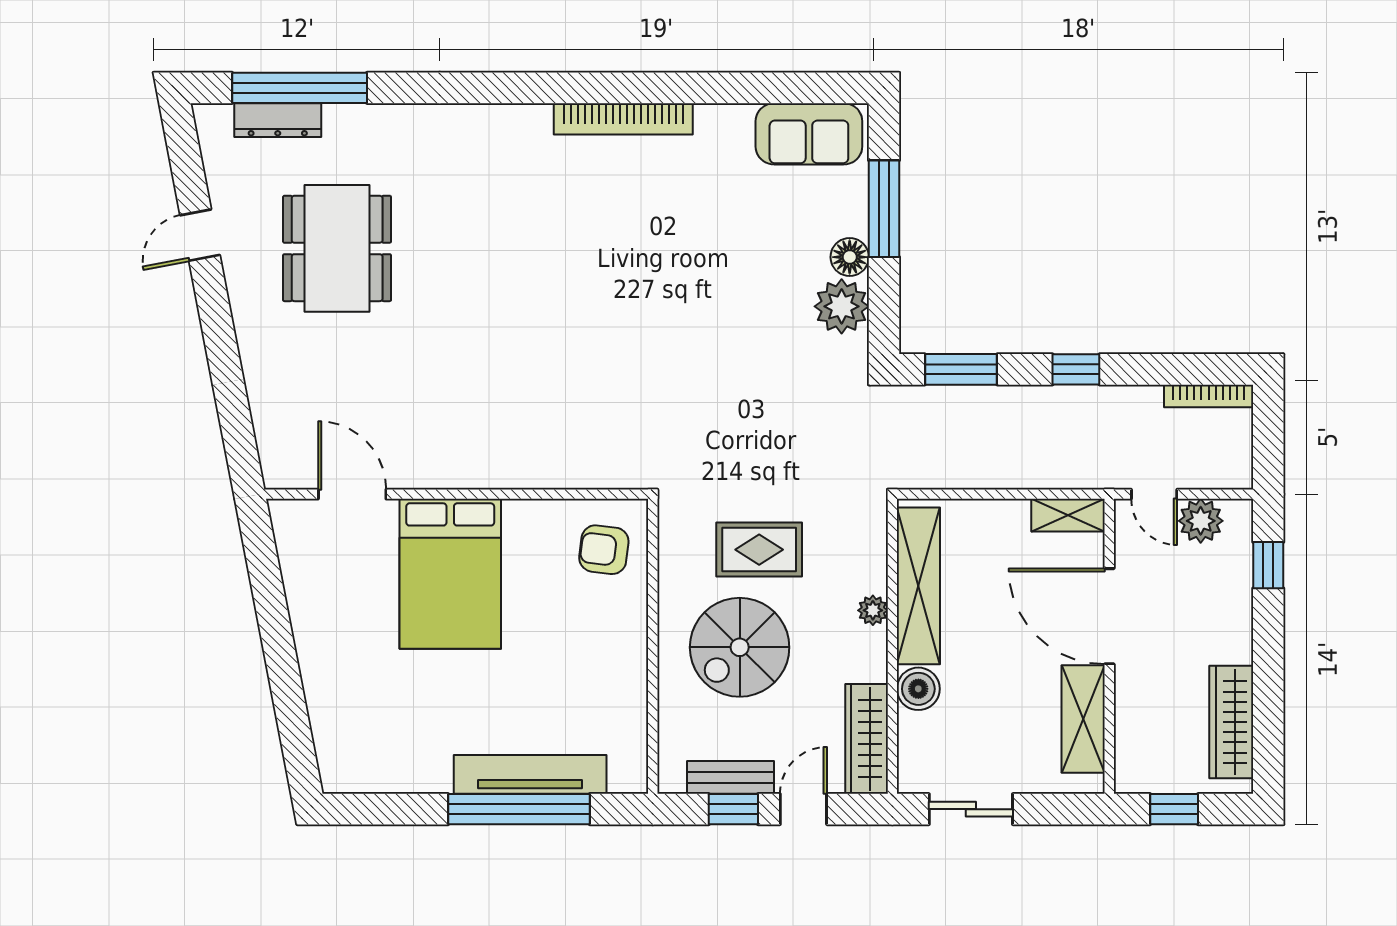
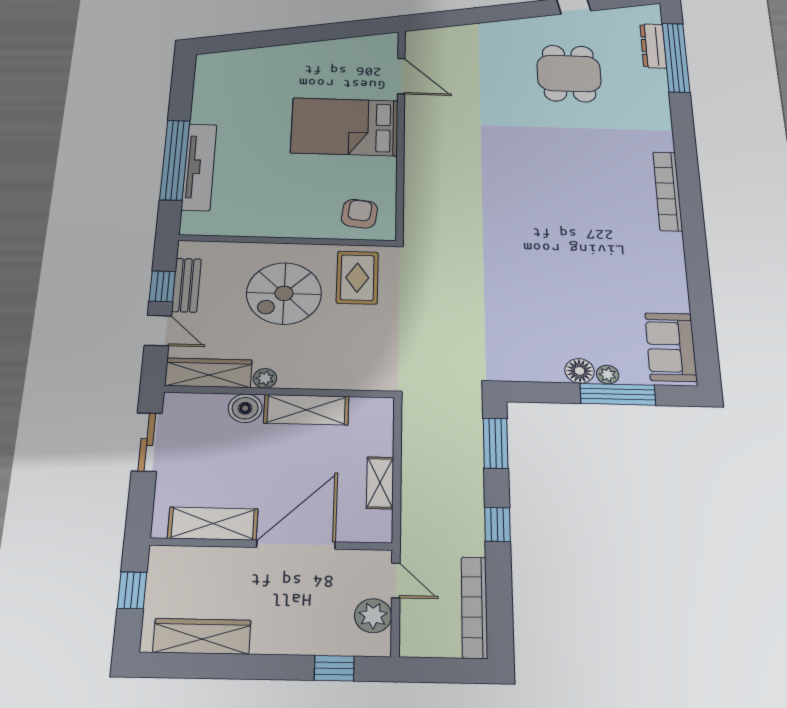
bookcase: (623, 119) -> (668, 191), moved
dining table: (337, 248) -> (569, 73), width x0.73
plant: (842, 306) -> (608, 375), moved, width x0.53, depth x0.53
bookcase: (1209, 396) -> (474, 607), width x1.48, depth x1.31
door: (352, 494) -> (401, 76), hinge flipped
door: (1154, 494) -> (396, 580), swing flipped
shelving: (1068, 515) -> (380, 483), moved
rug: (759, 550) -> (357, 278), moved
shelving: (918, 586) -> (306, 410), width x0.68
plant: (873, 610) -> (265, 378), moved
spiral stairs: (740, 647) -> (284, 293), turned -90

